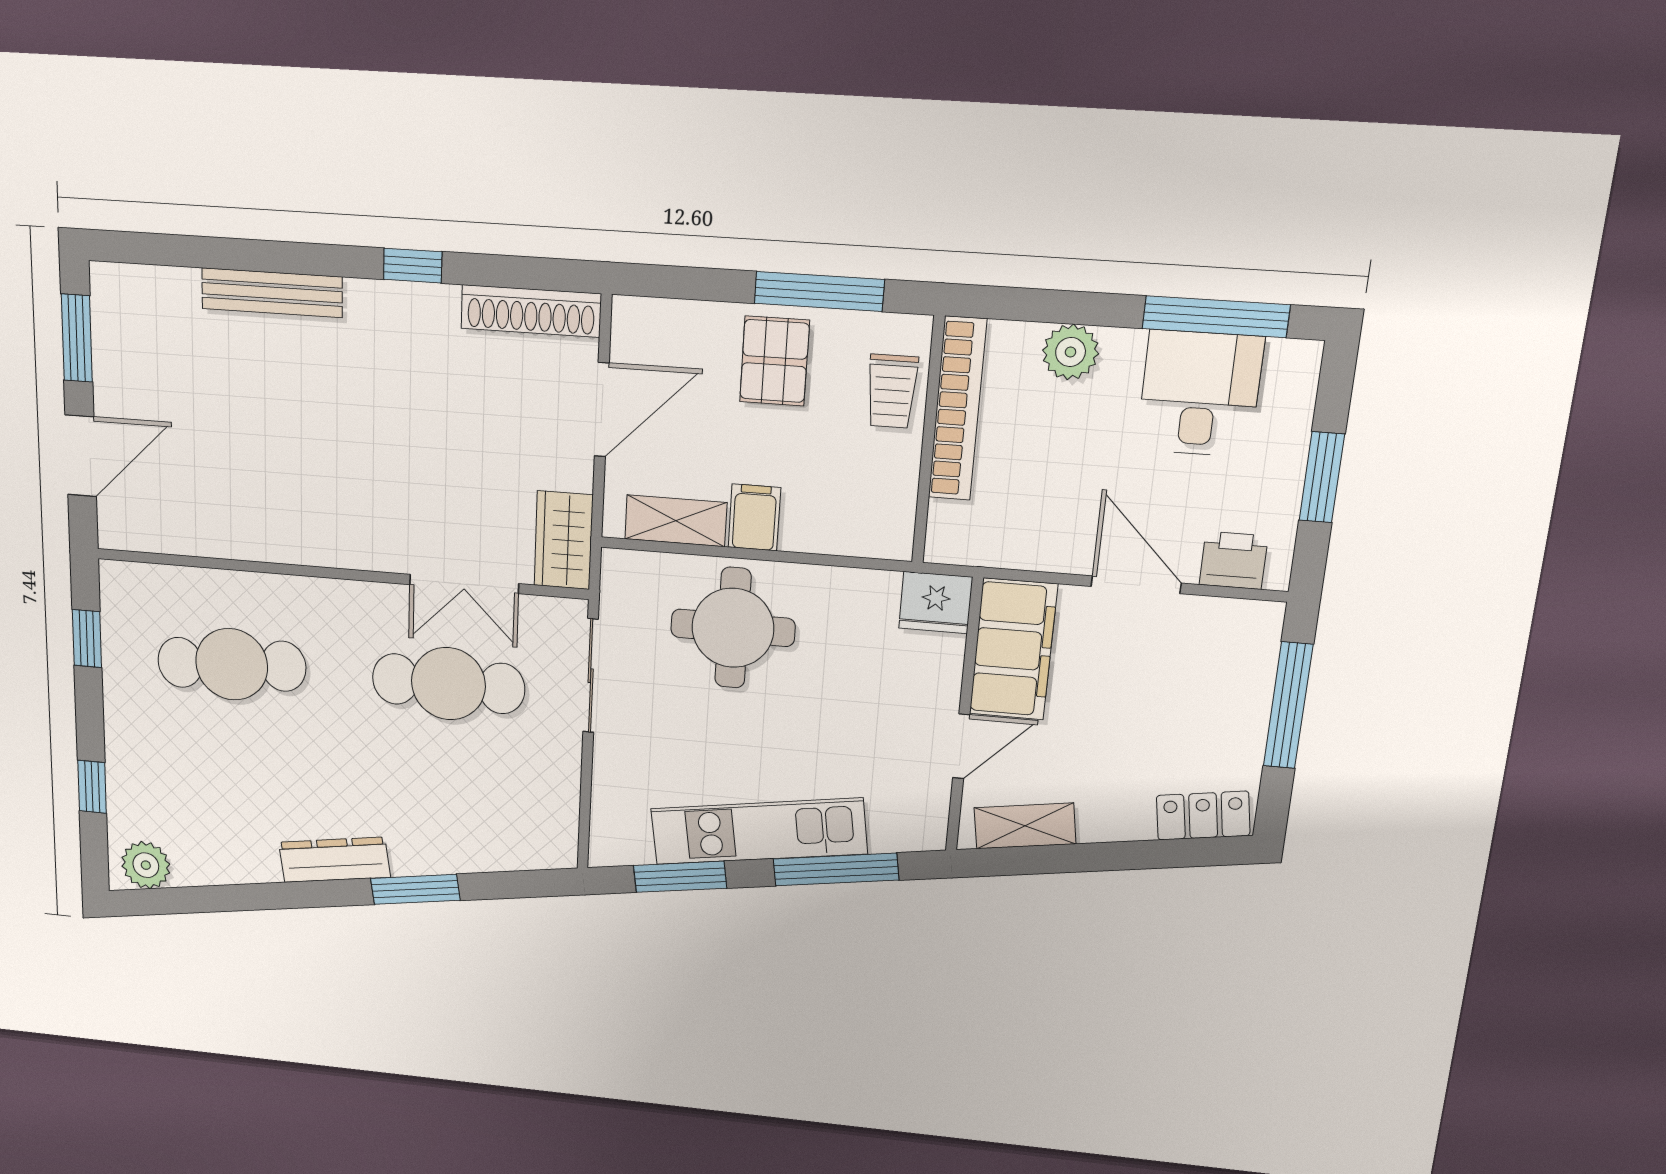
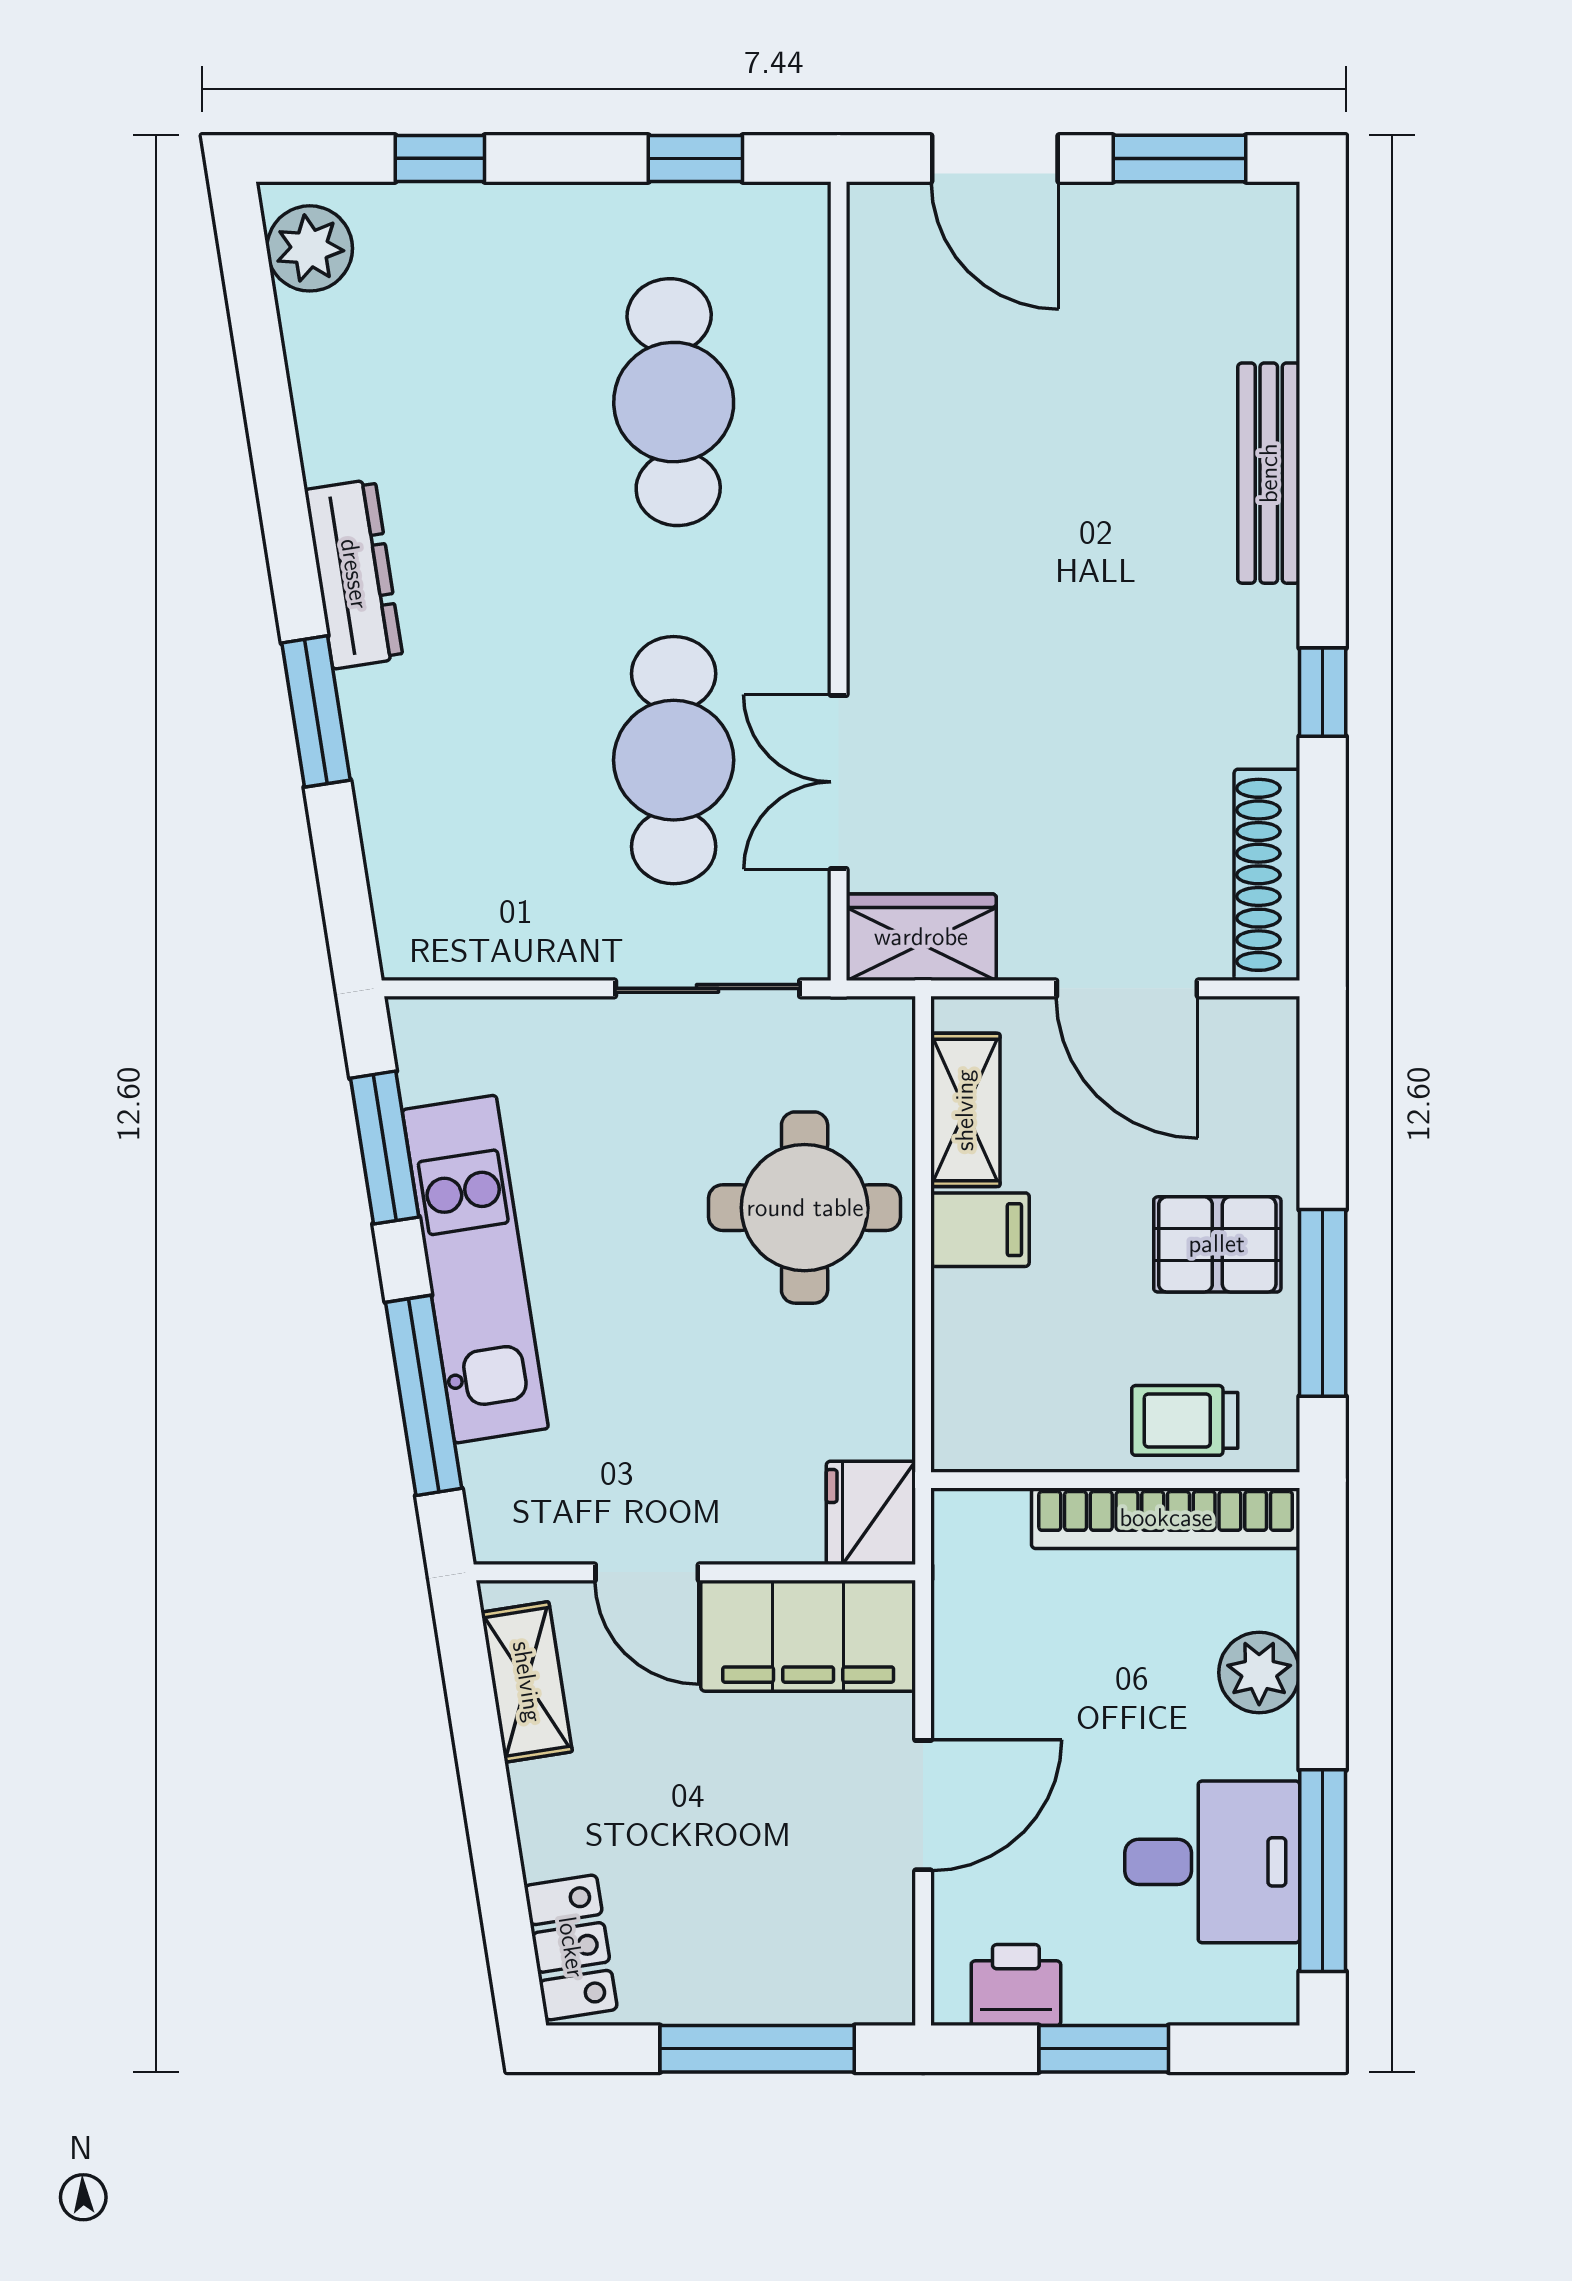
printer: (1234, 560) -> (1016, 1985), moved, turned -90

